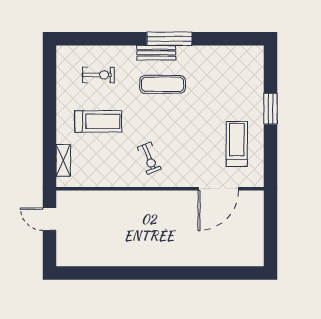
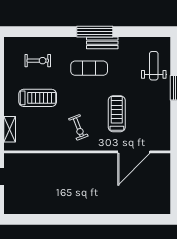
bench: (156, 53) -> (102, 43), moved
weight bench: (243, 81) -> (154, 66), added
treadmill: (237, 144) -> (117, 114), moved

